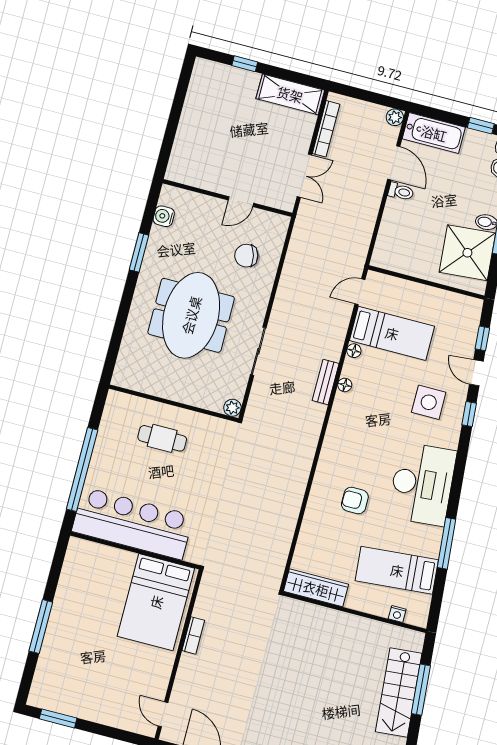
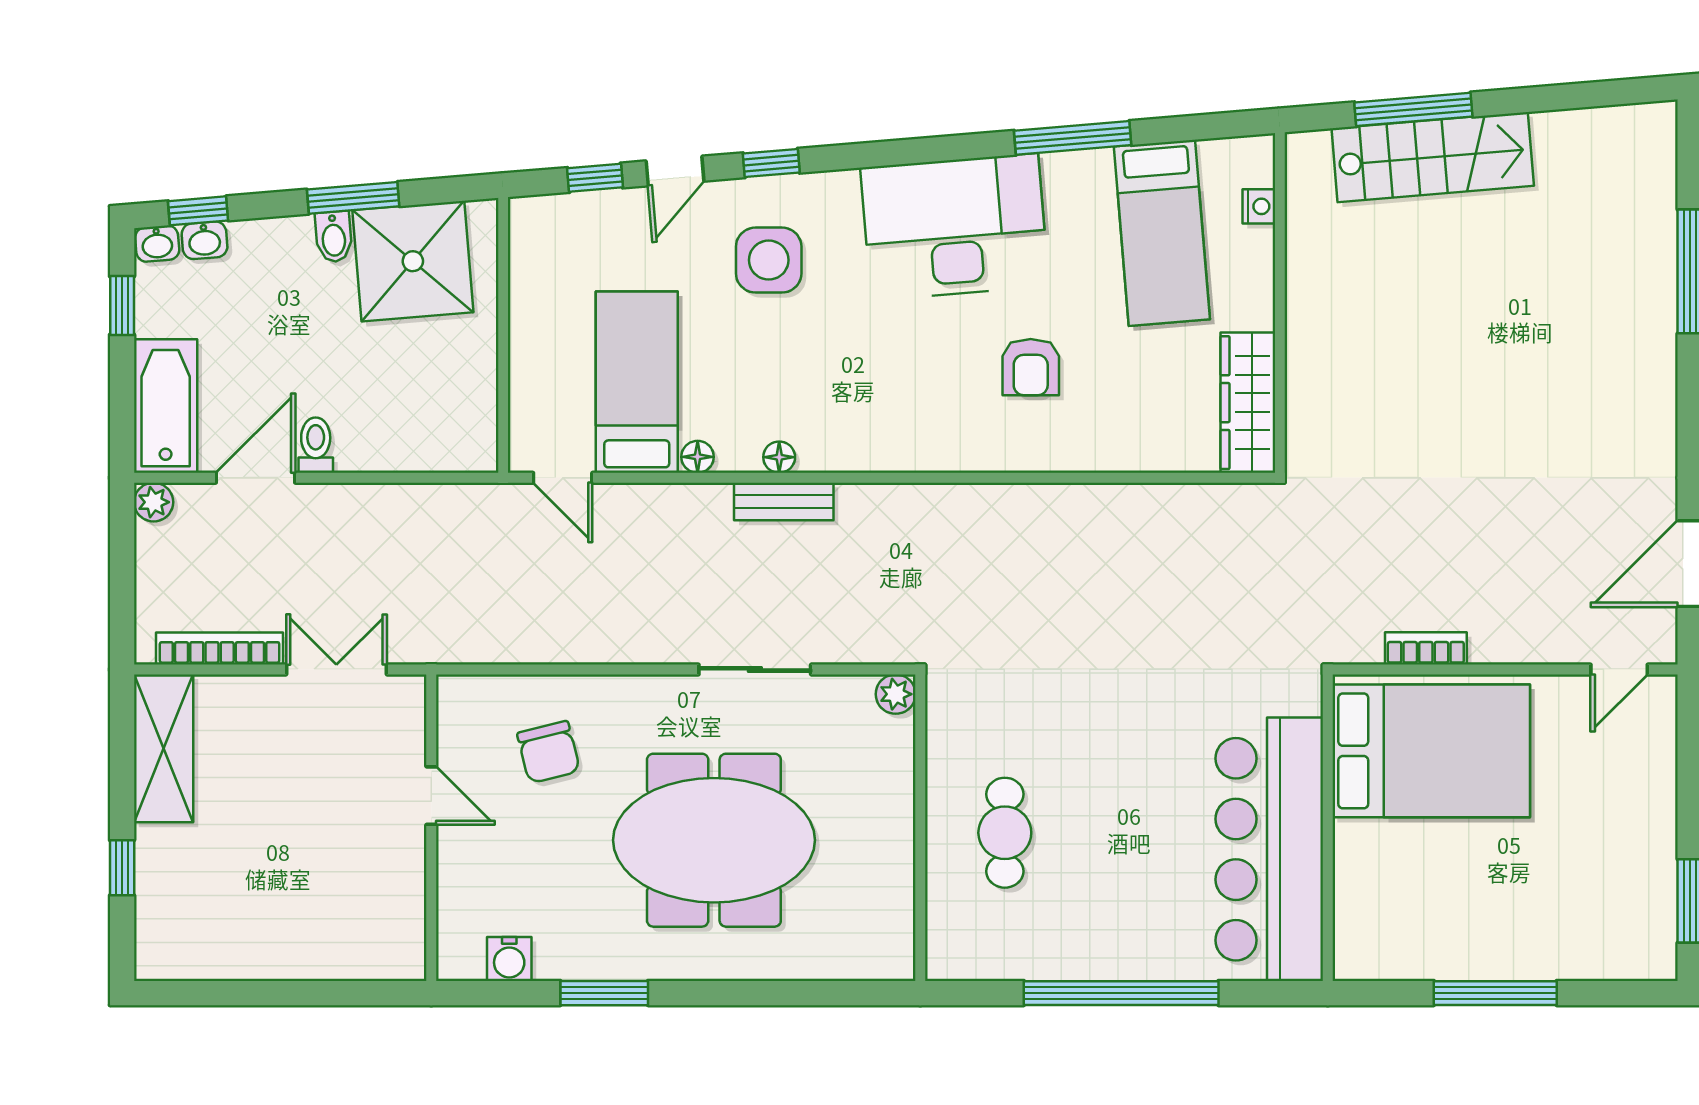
bar counter: (132, 523) -> (1269, 849), moved
wall: (135, 550) -> (1328, 828), moved
bed: (156, 602) -> (1431, 751), moved

